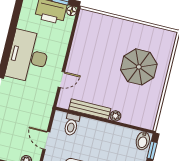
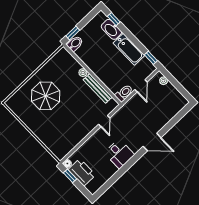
desk: (28, 56) -> (119, 154), width x0.53, depth x0.77
door: (61, 79) -> (104, 121), swing flipped
toilet: (71, 125) -> (124, 93), moved

